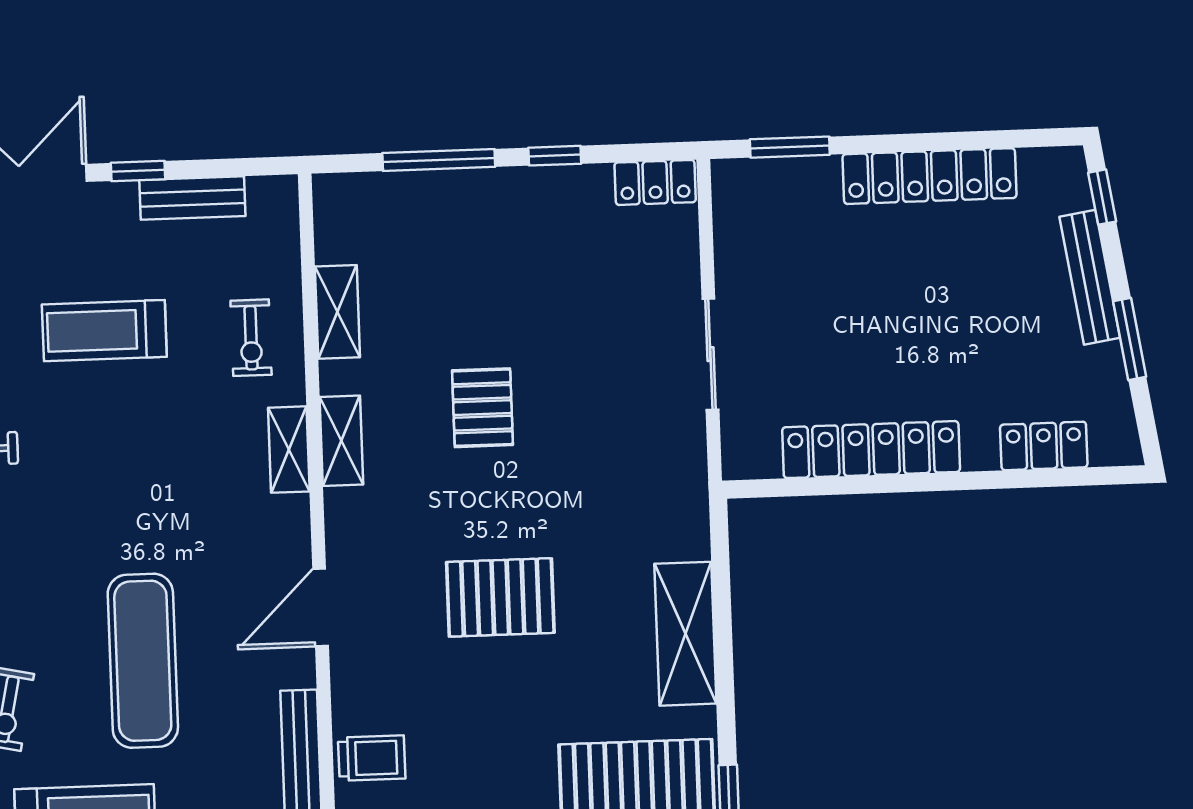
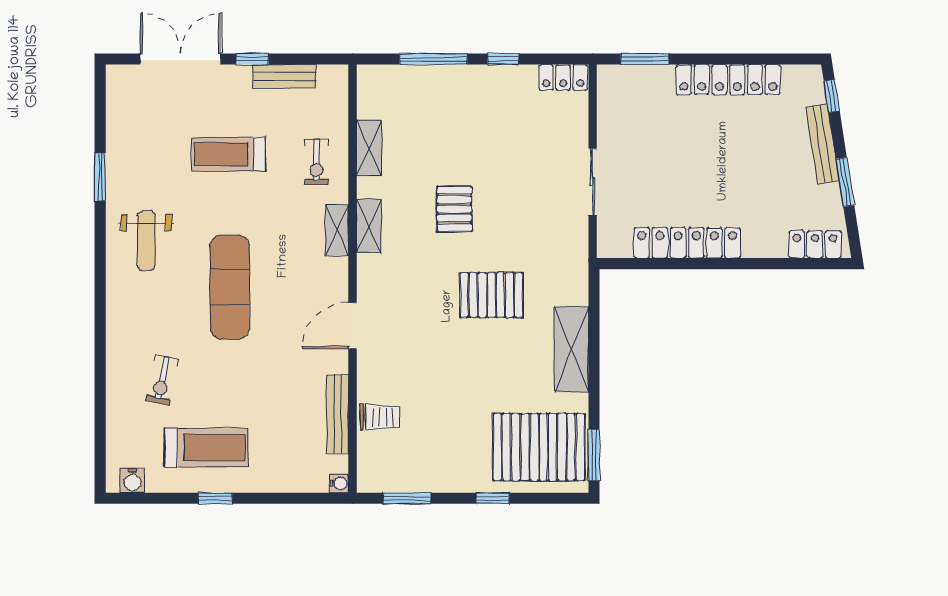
locker: (1044, 446) -> (815, 244), moved
pallet: (500, 597) -> (491, 295), moved
exercise mat: (143, 661) -> (230, 287), moved

